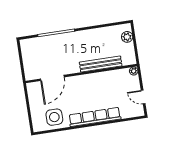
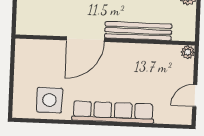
door: (52, 78) -> (85, 39), moved
door: (143, 97) -> (195, 96), hinge flipped

